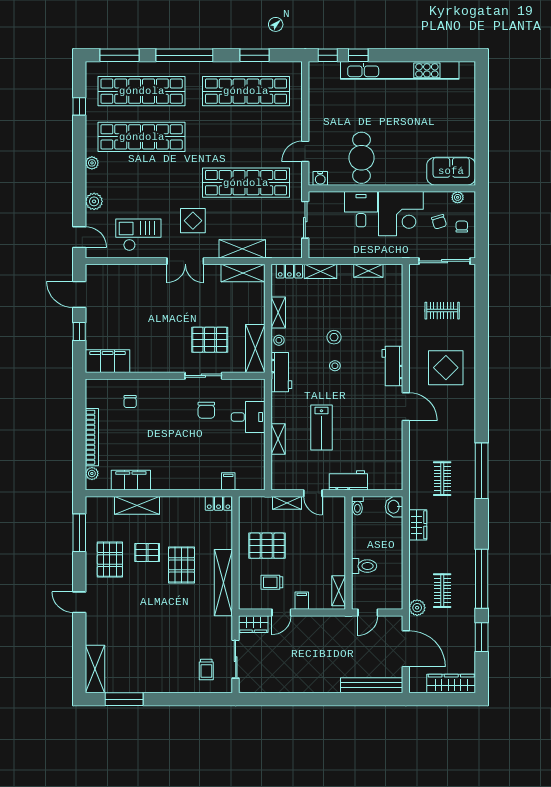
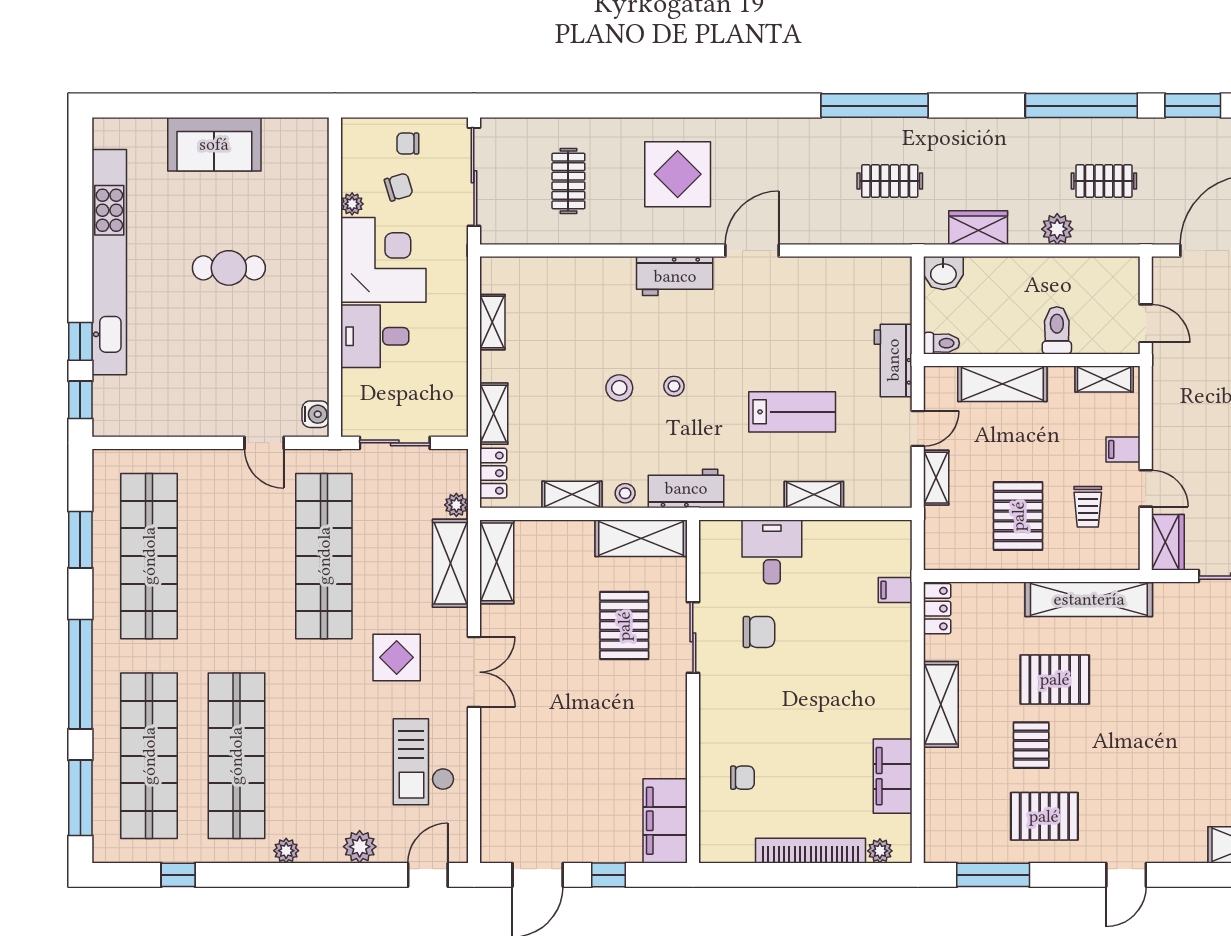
cafe table: (361, 158) -> (229, 268), moved, width x0.73, depth x0.74
sofa: (451, 171) -> (214, 144), moved, turned -90
plant: (458, 197) -> (352, 204), moved
plant: (273, 252) -> (456, 505), added
shelving: (137, 505) -> (941, 704), moved
shelving: (336, 538) -> (1002, 384), added
plant: (417, 608) -> (1057, 229), moved

